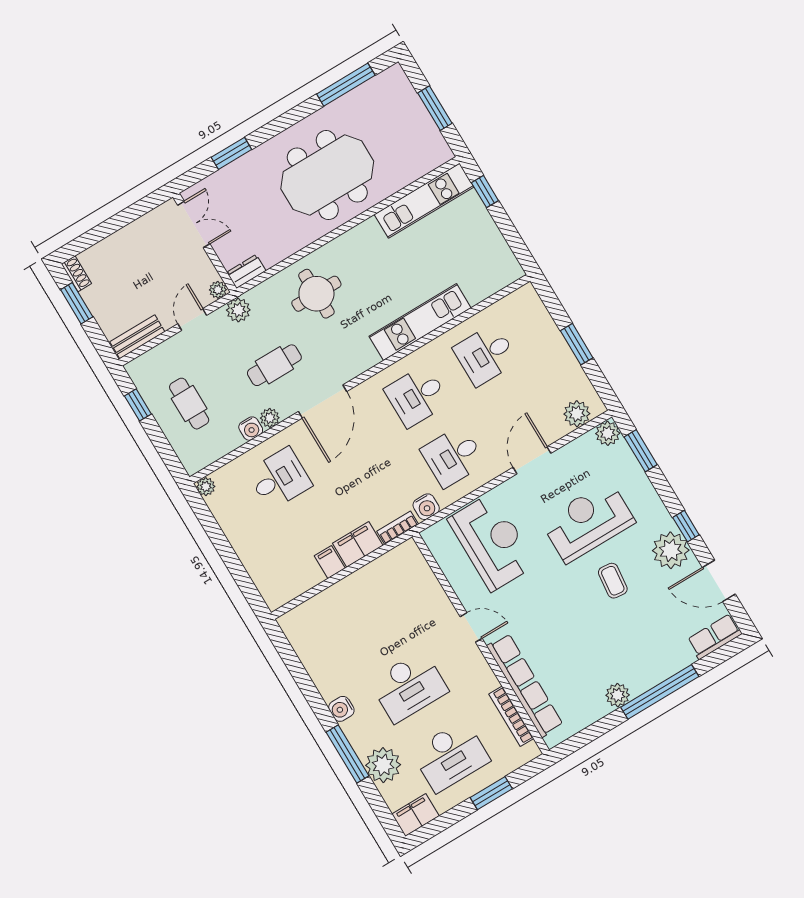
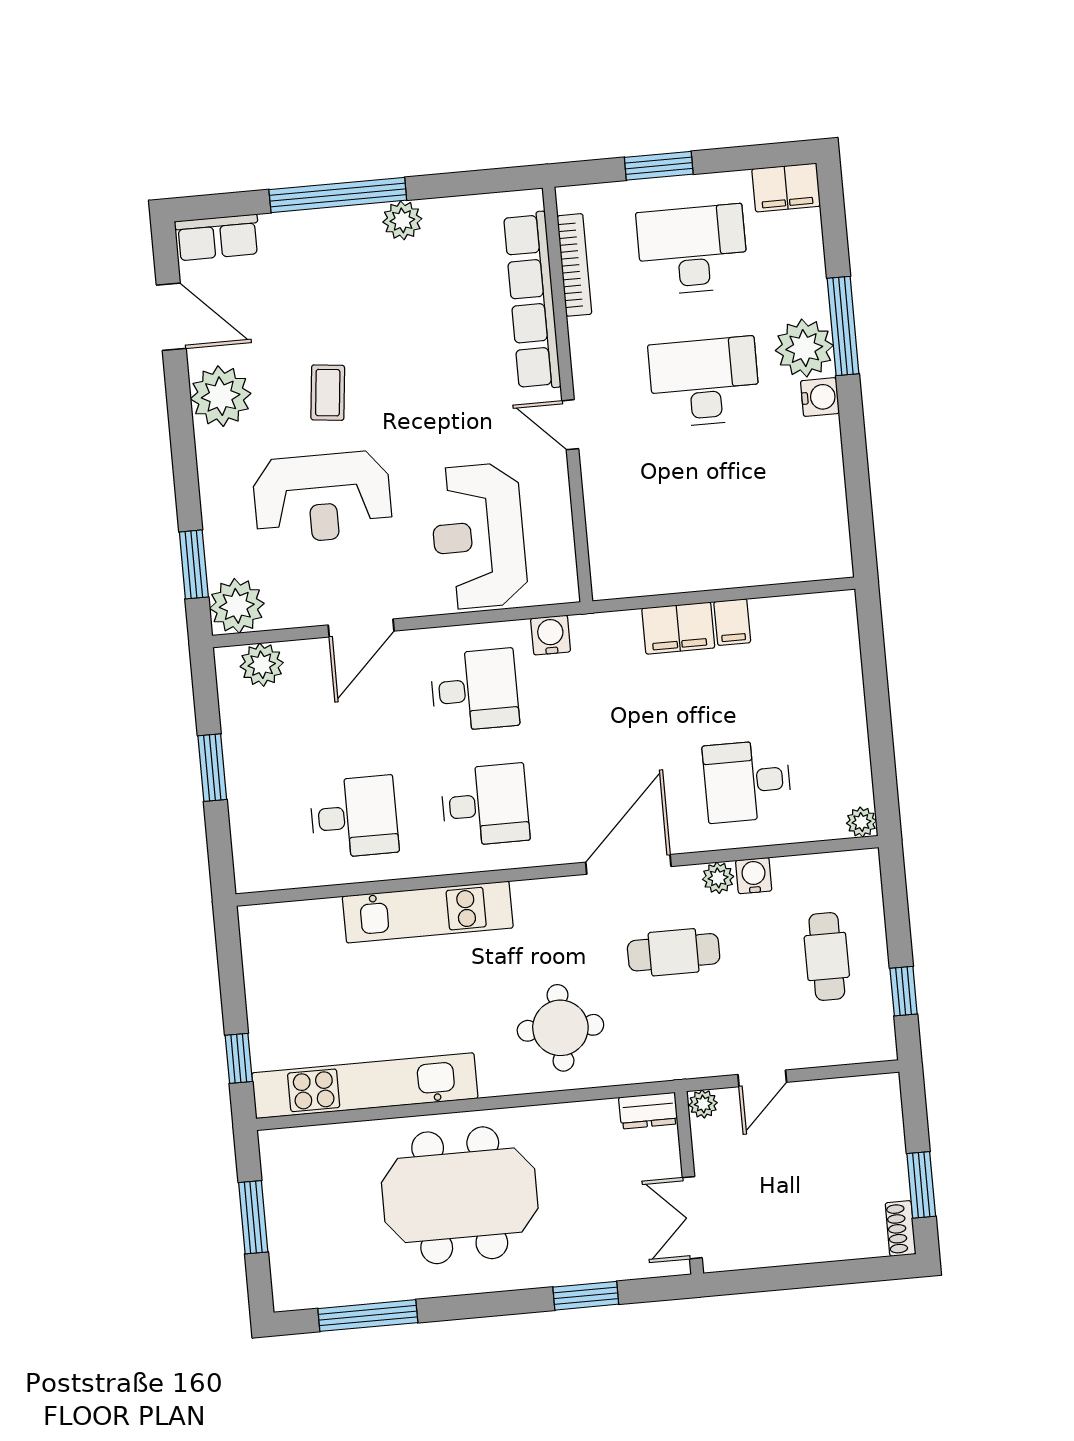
kitchen unit: (424, 201) -> (365, 1086), width x1.36
plant: (238, 310) -> (687, 1060), removed
bench: (137, 337) -> (856, 1092), removed
plant: (608, 433) -> (237, 606), width x1.36, depth x1.36
window: (686, 526) -> (181, 421), removed
bookcase: (398, 528) -> (608, 624), removed
plant: (383, 765) -> (804, 348), moved

